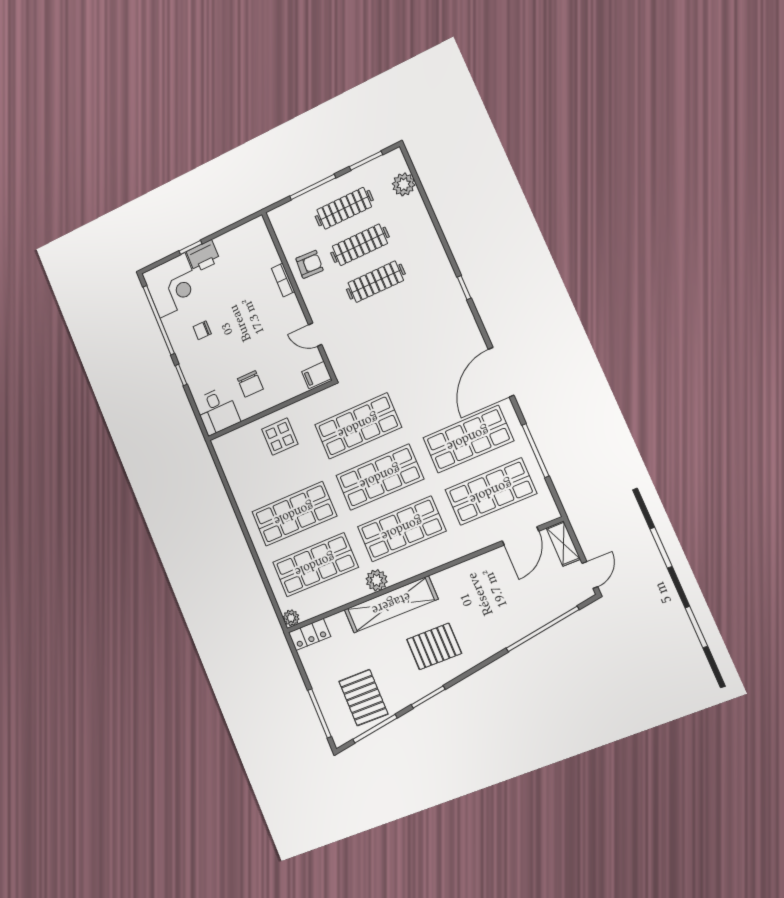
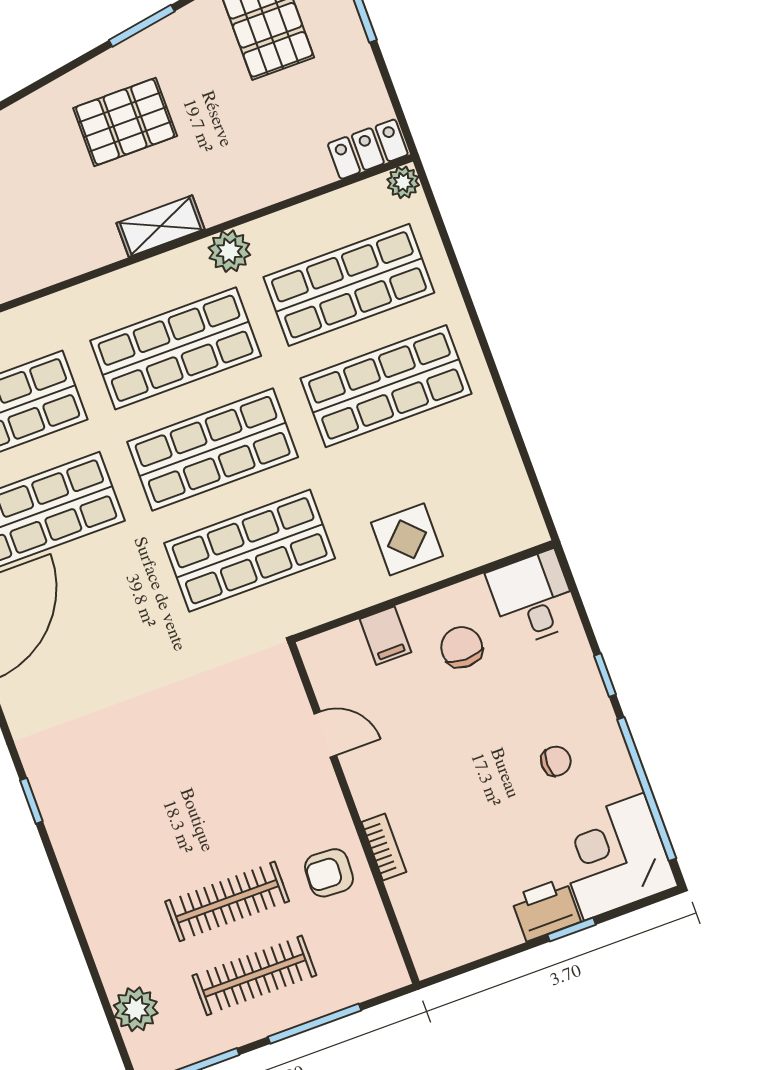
clothes rail: (376, 282) -> (200, 827), removed
filing cabinet: (317, 375) -> (385, 636), moved, turned 90
shelving: (391, 604) -> (161, 226), width x0.45, depth x0.75

